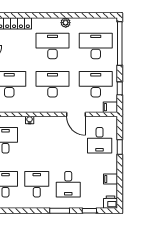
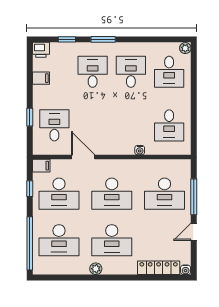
desk: (37, 184) -> (131, 72), turned 180

